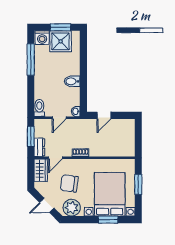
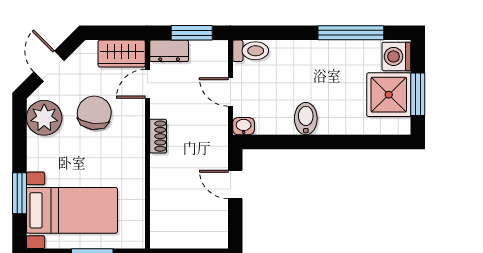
door: (55, 158) -> (147, 84), hinge flipped
bed with nightstands: (110, 194) -> (72, 210), width x0.73

